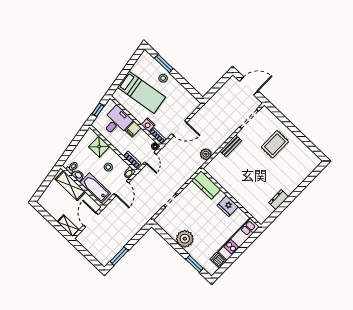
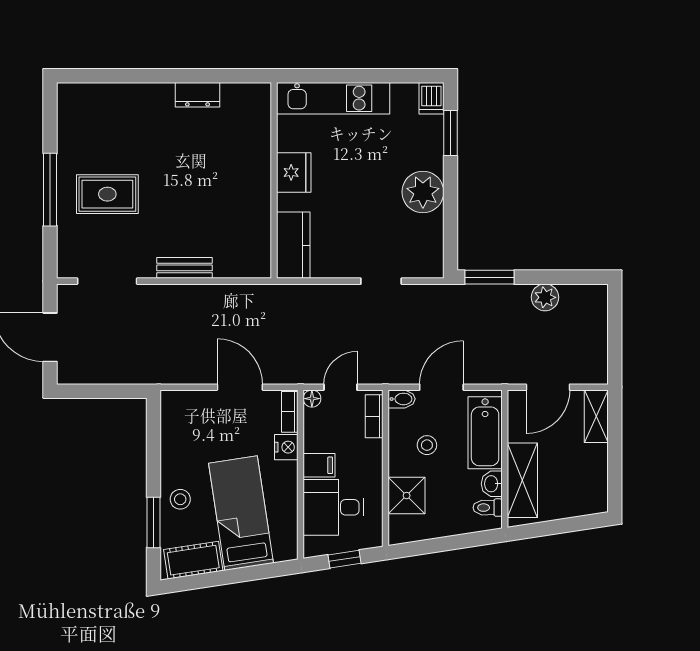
cot: (141, 64) -> (193, 560), added
window: (293, 128) -> (50, 190), added
plant: (206, 154) -> (545, 297), moved
window: (119, 256) -> (489, 277), moved
dishwasher: (218, 260) -> (431, 98), moved

